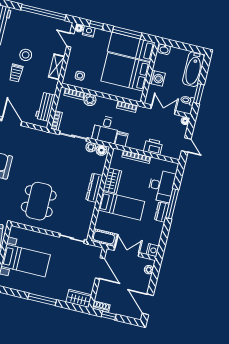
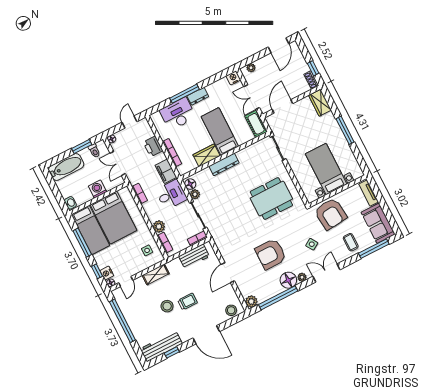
filing cabinet: (121, 139) -> (166, 171), width x2.00

